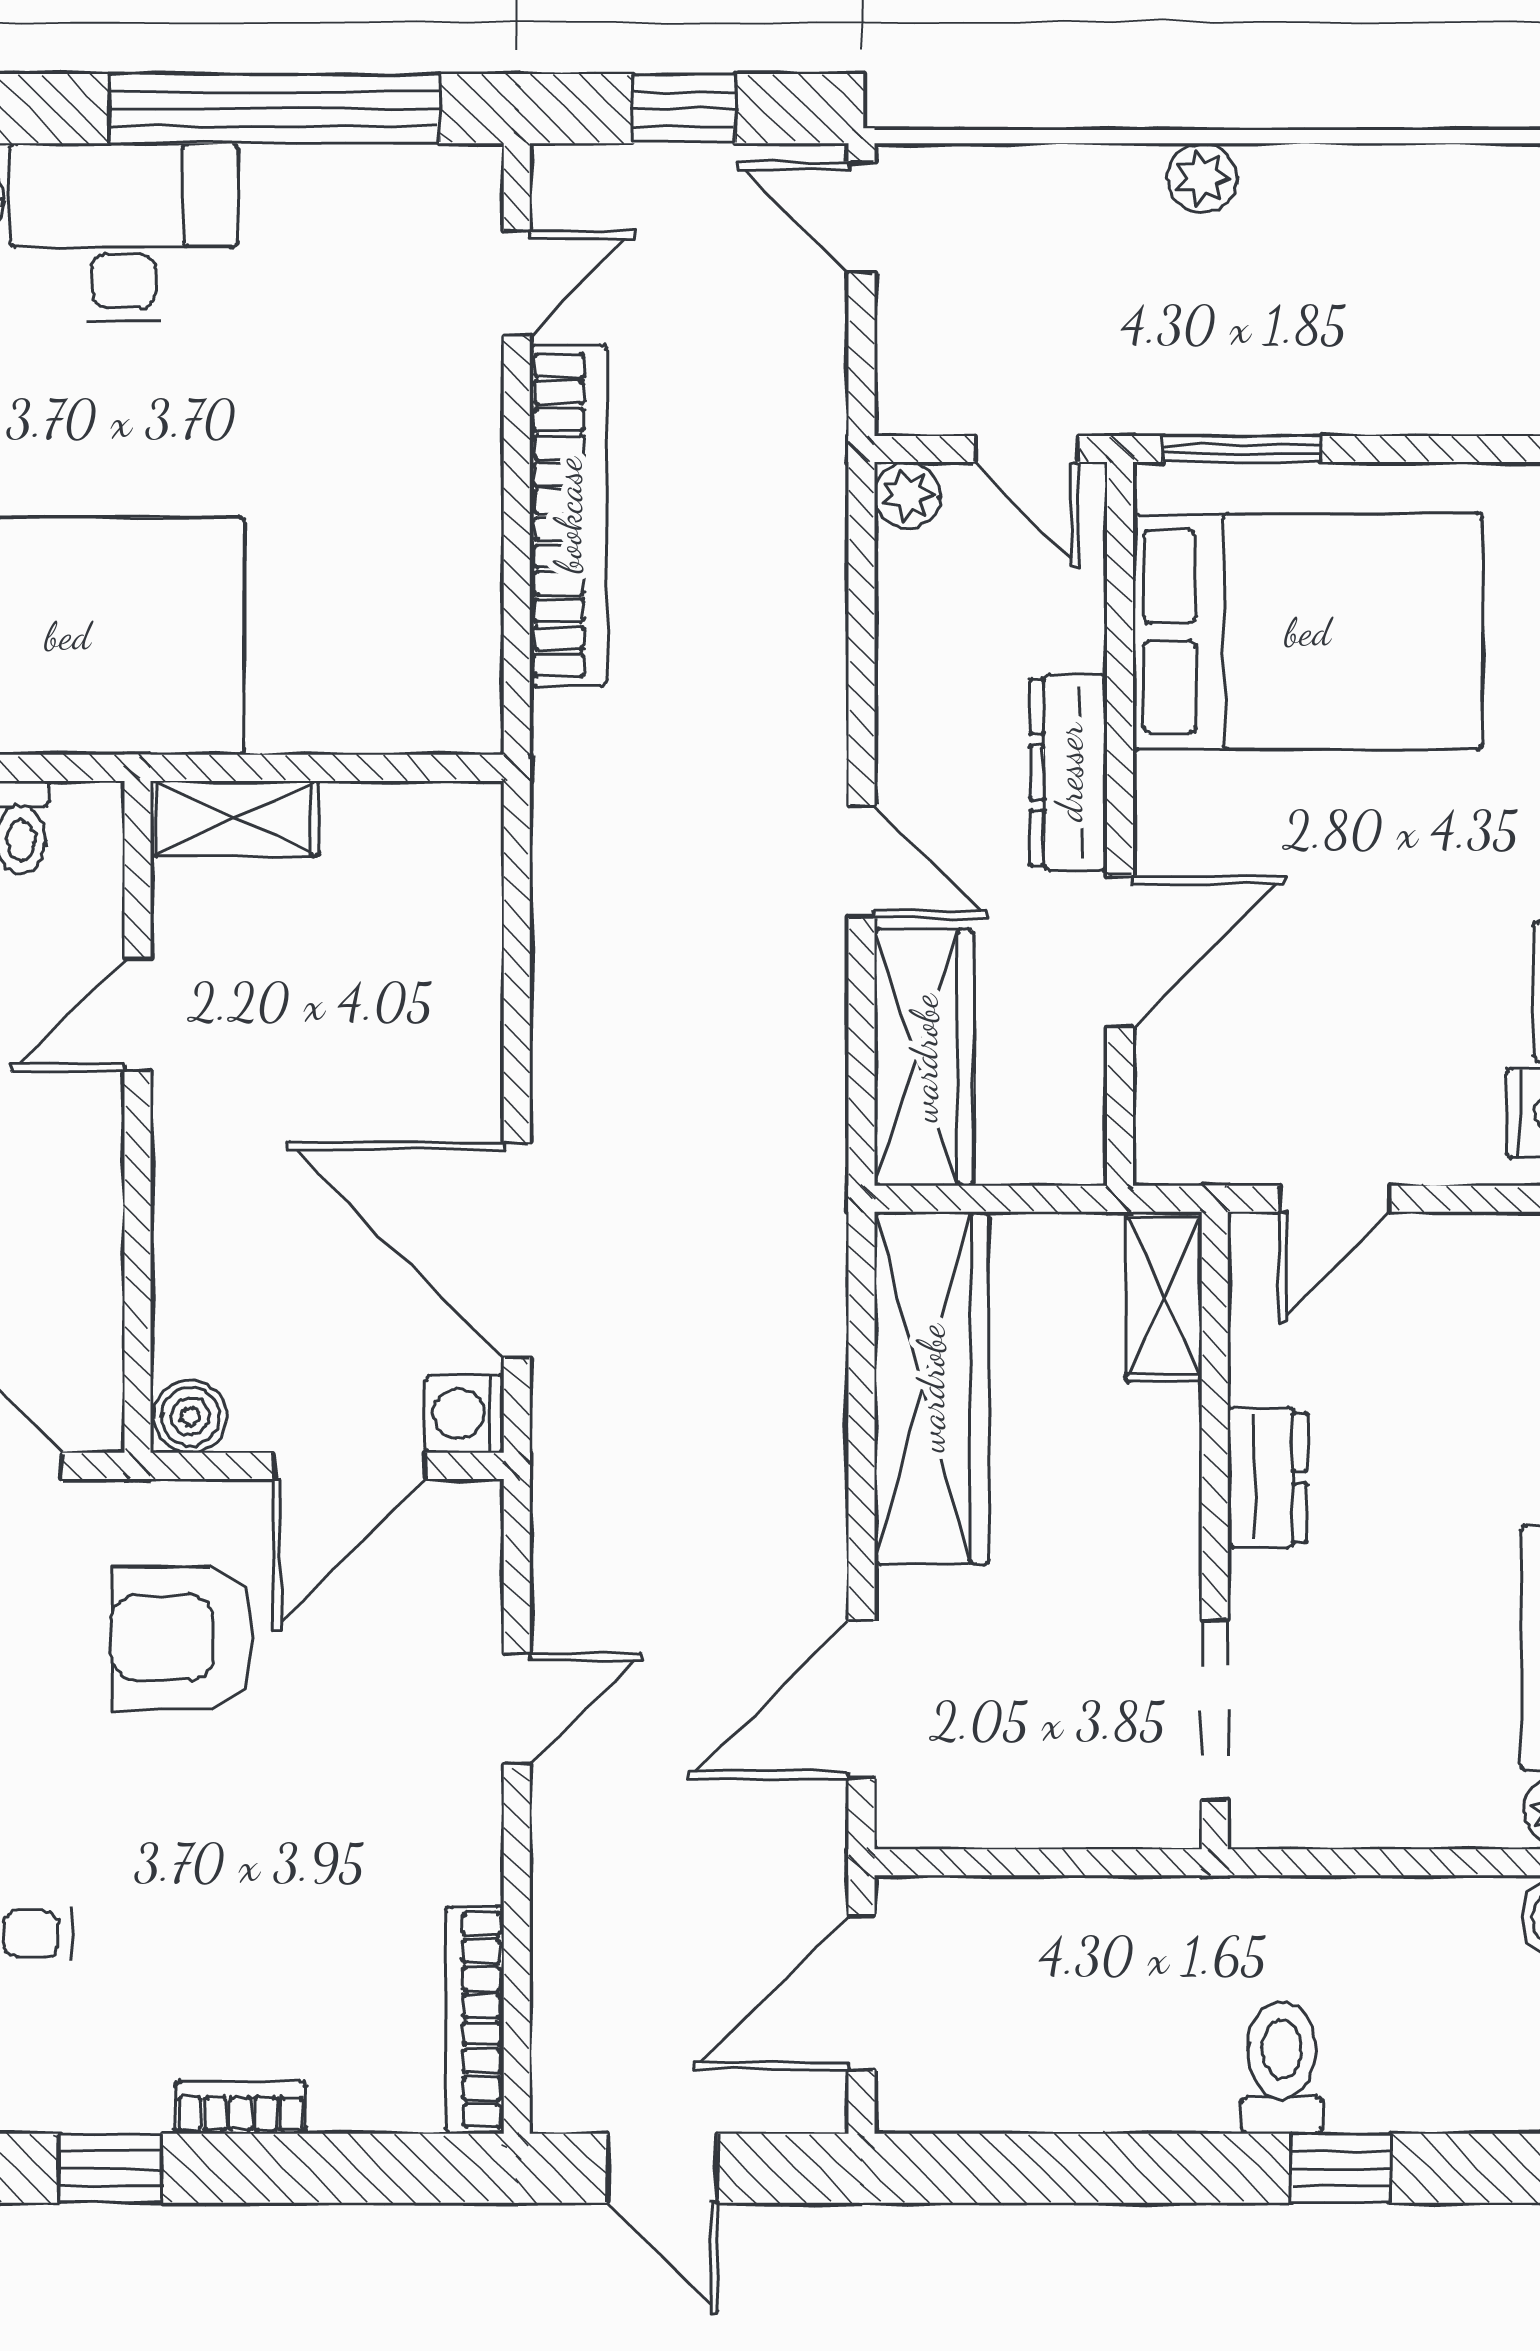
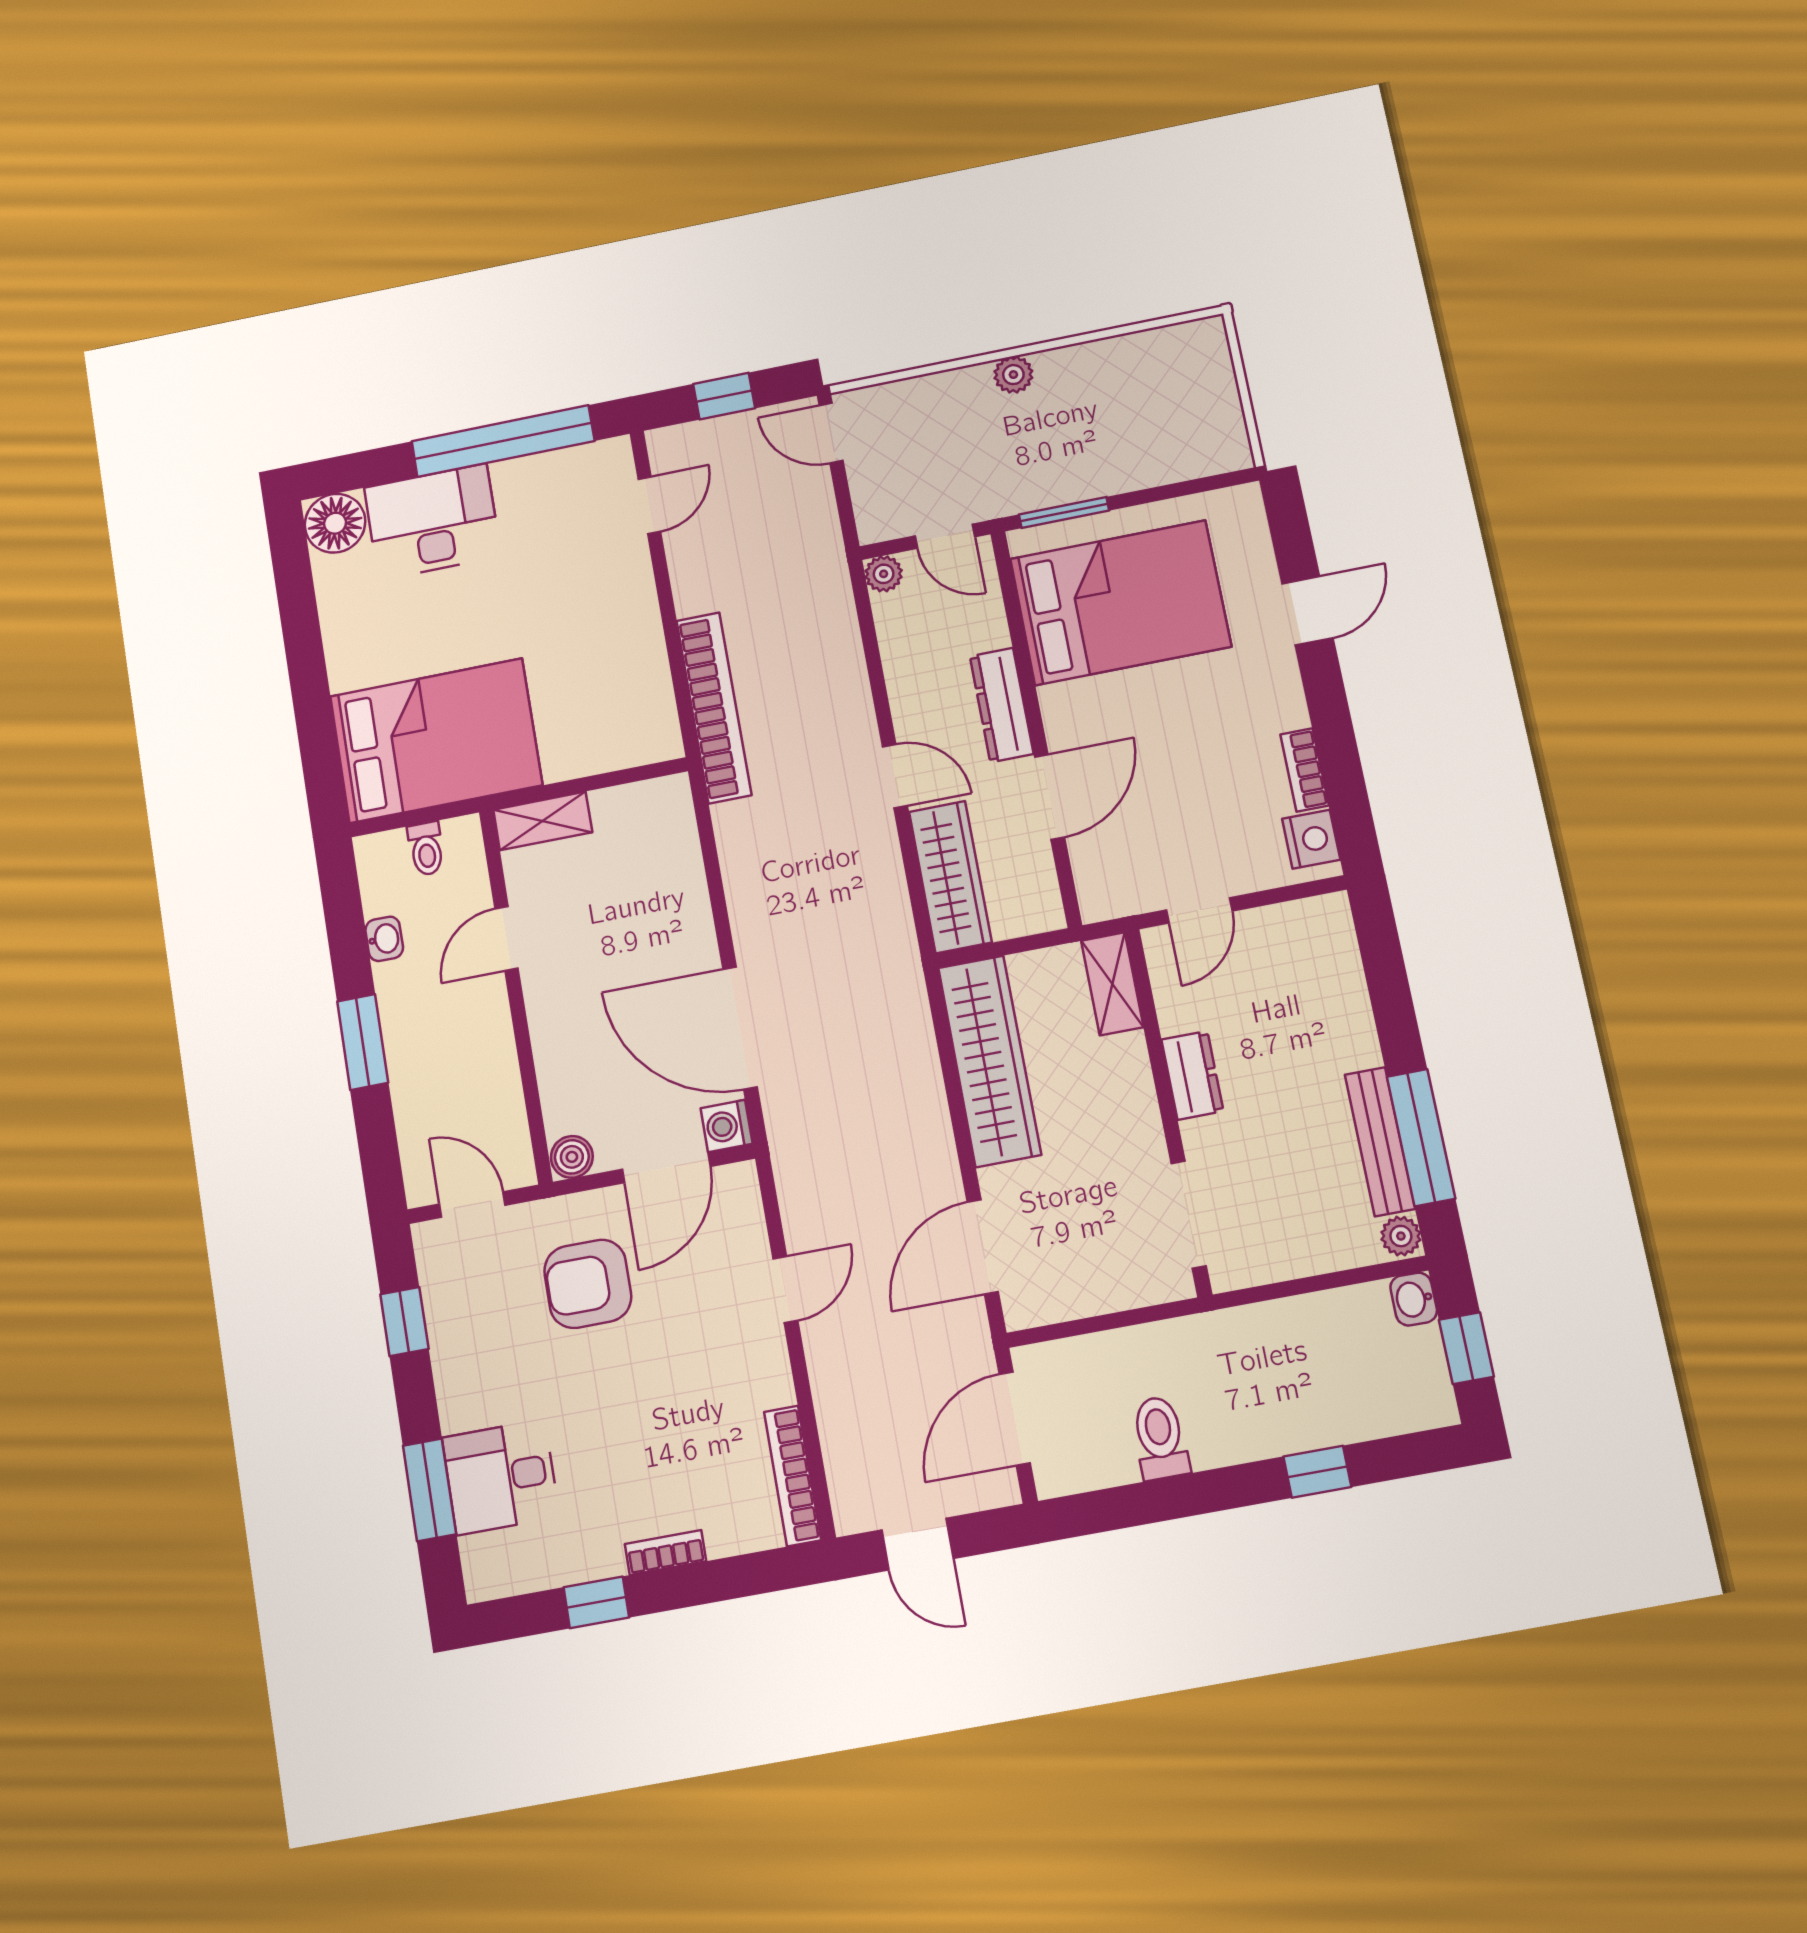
bookcase: (568, 515) -> (714, 708), moved
toilet: (1282, 2067) -> (1160, 1438), moved

